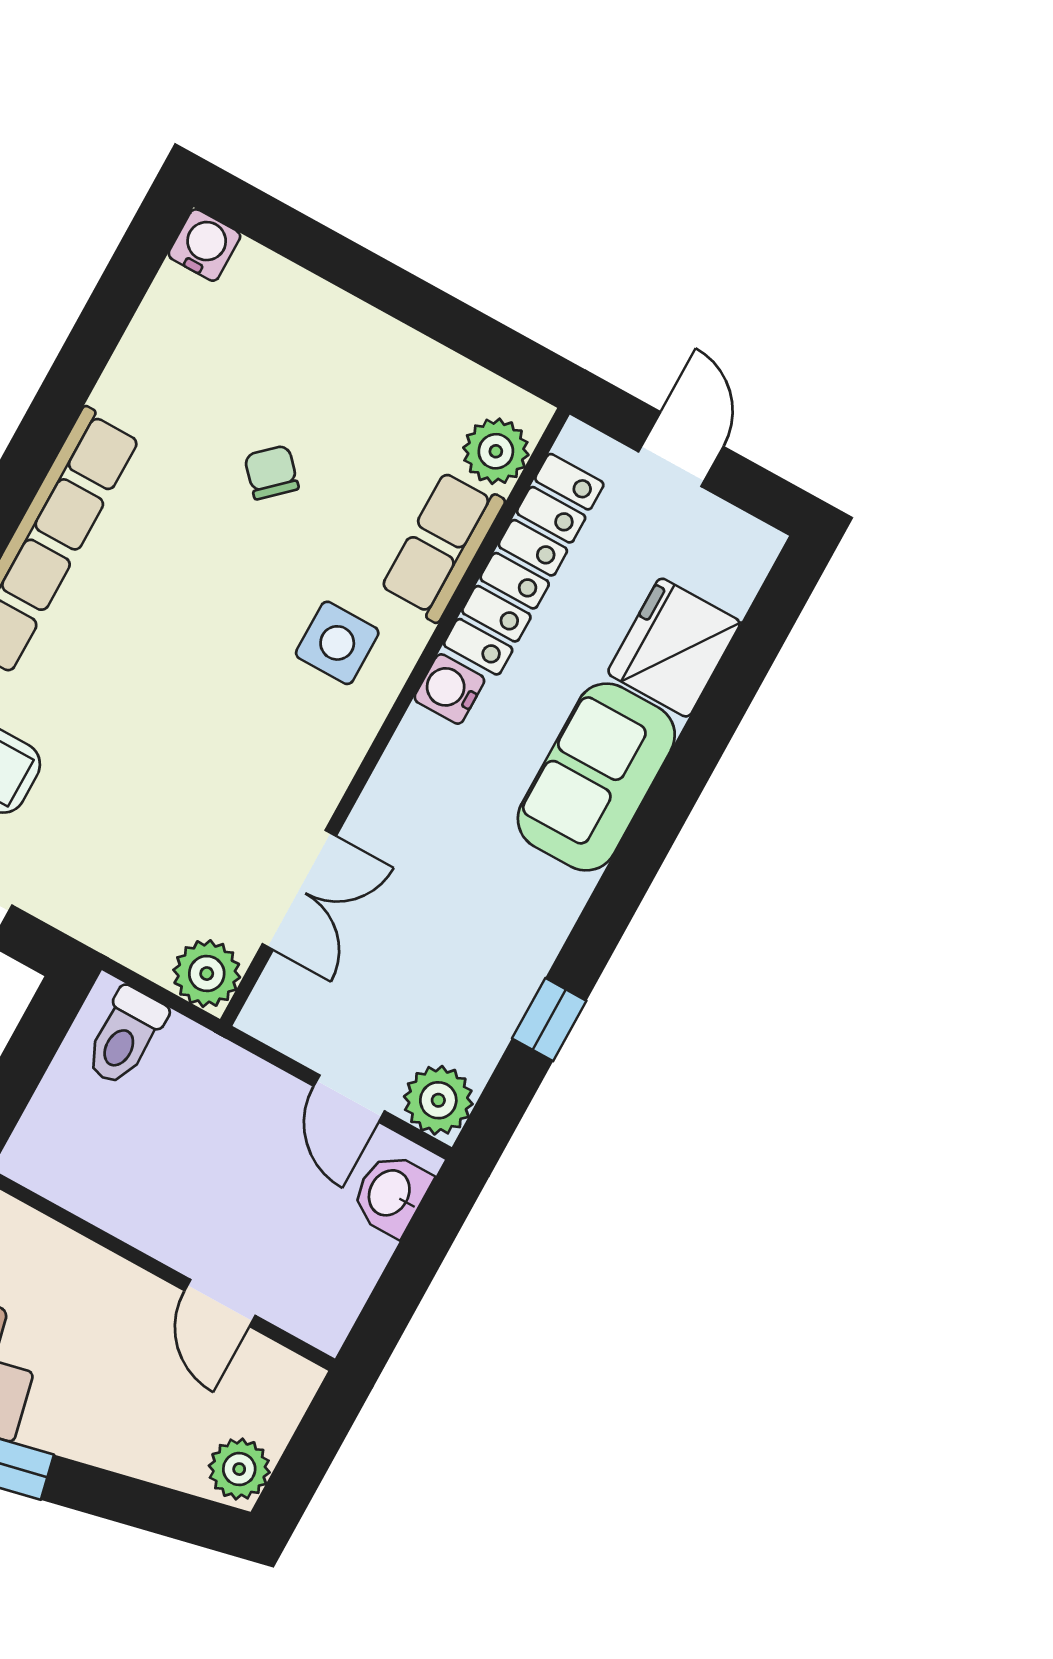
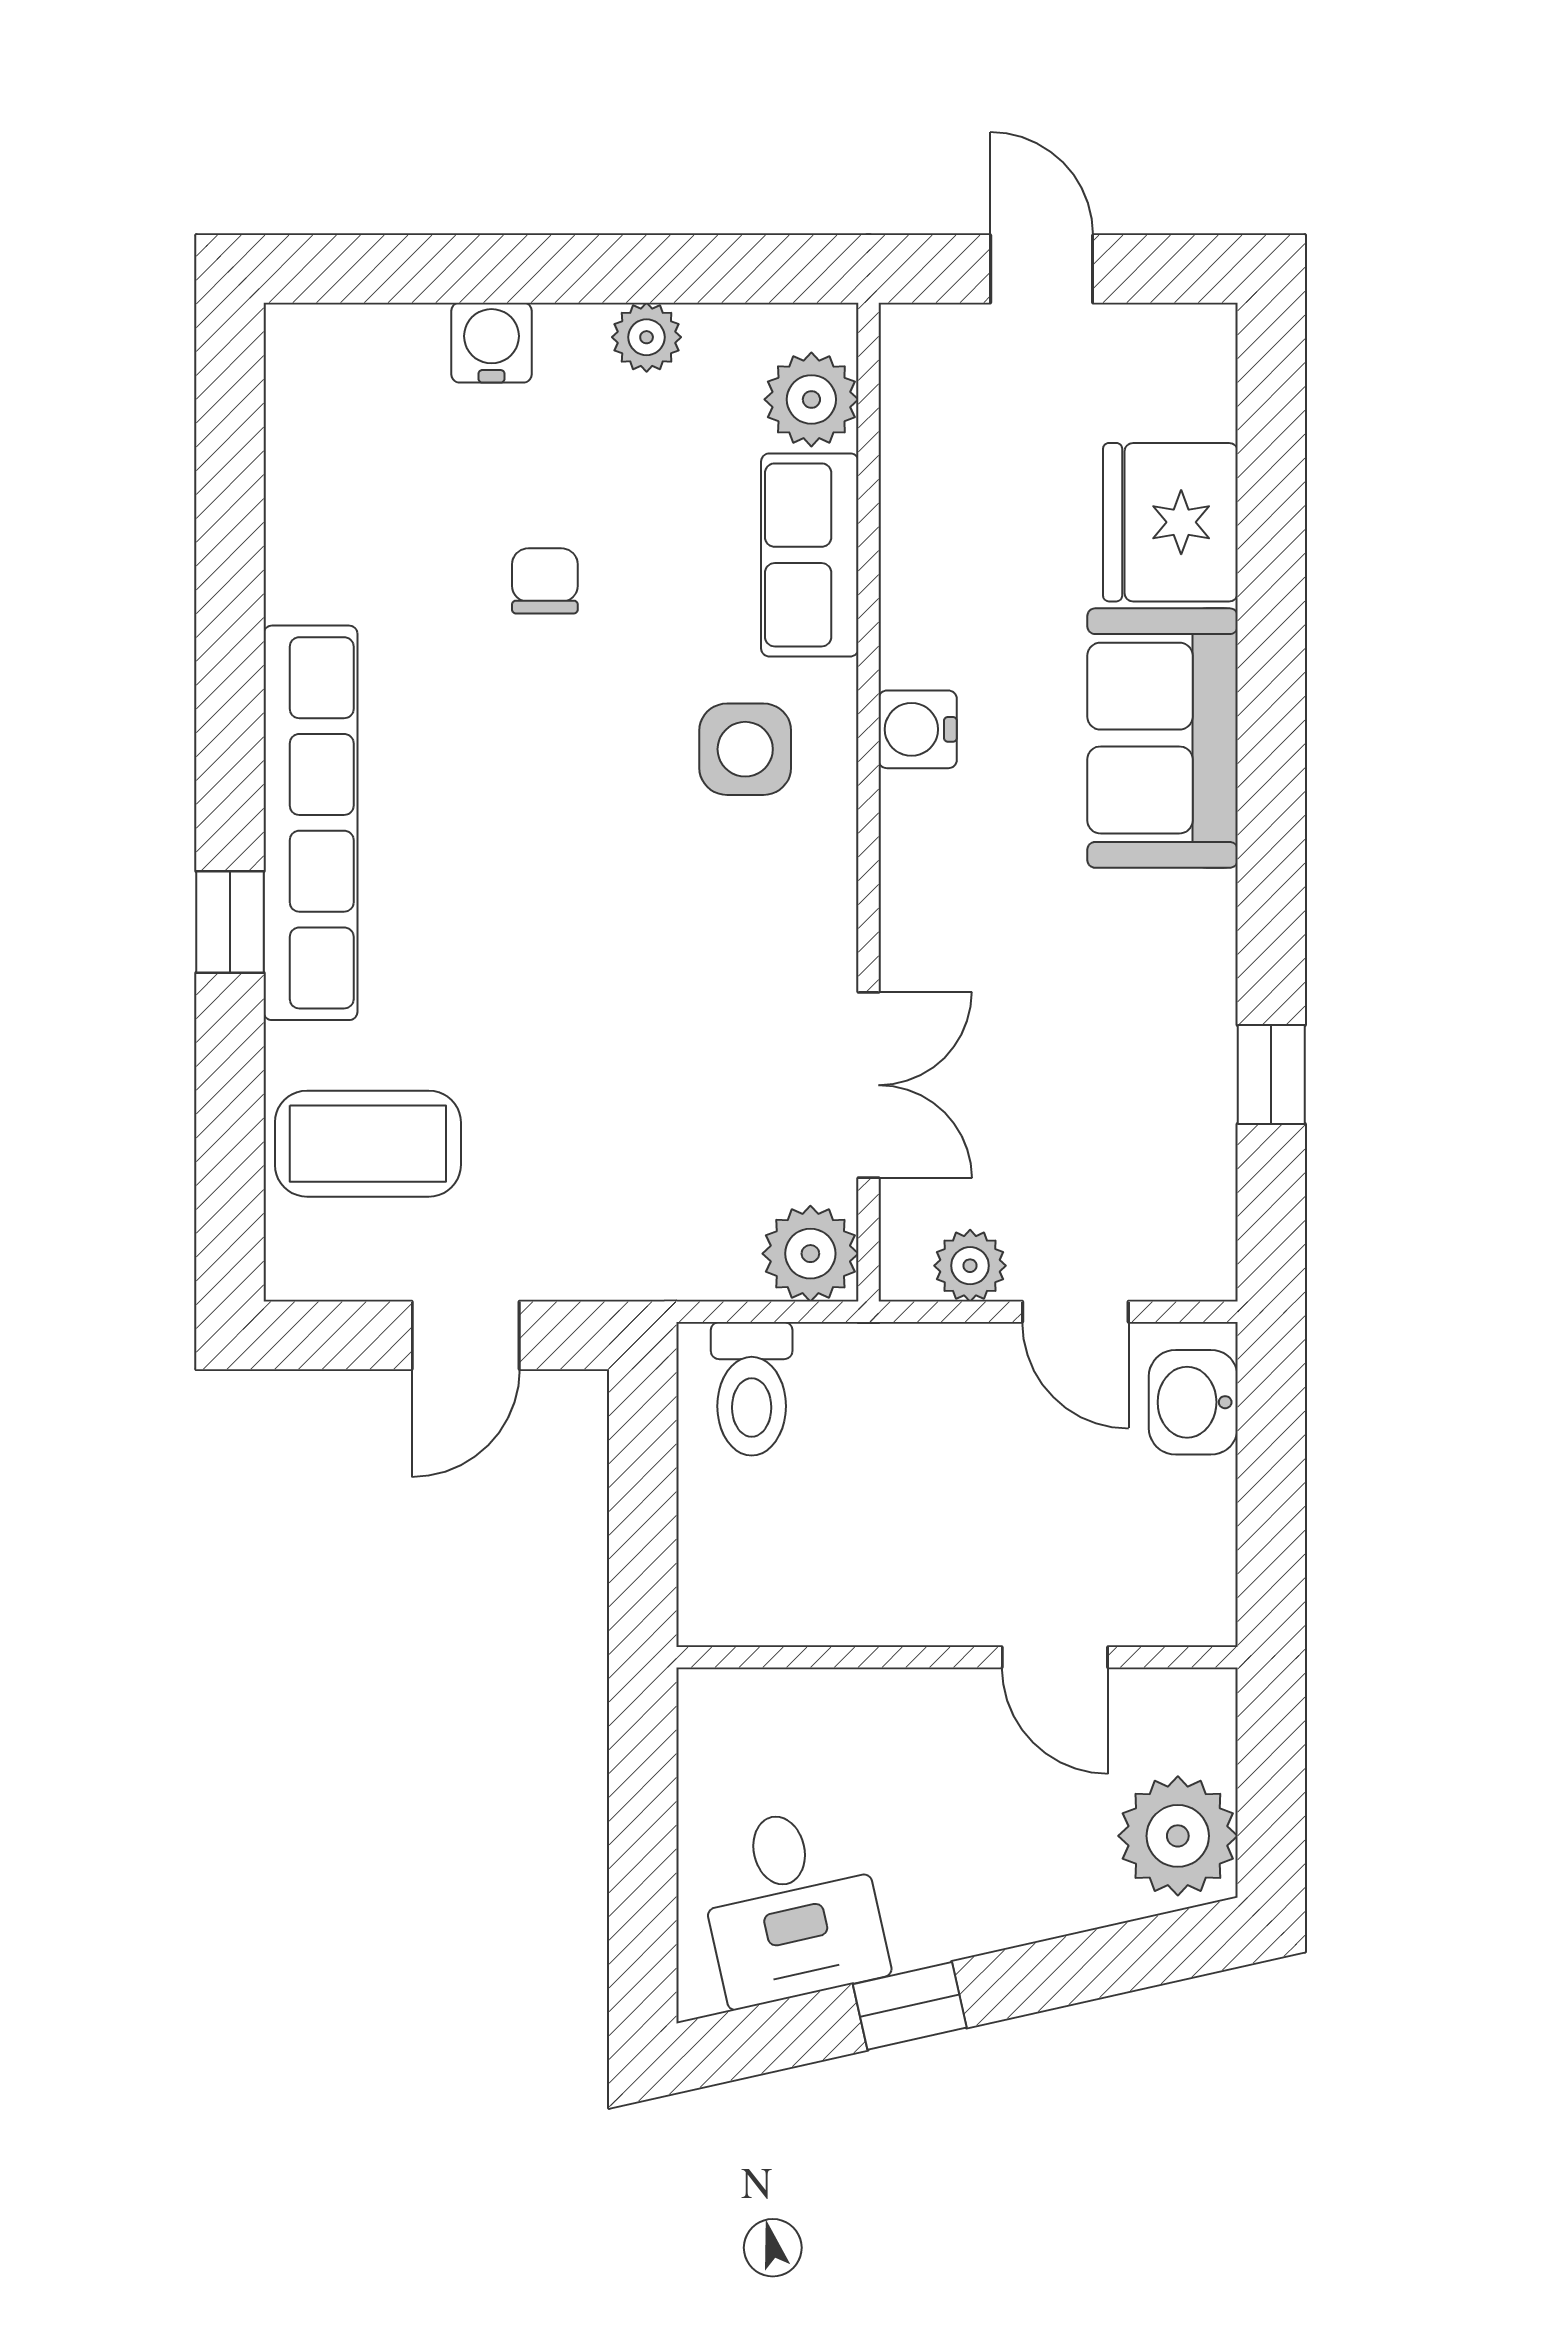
water cooler: (204, 245) -> (491, 343), moved
plant: (416, 357) -> (647, 337), added
chair: (271, 472) -> (545, 581), turned 43
locker: (524, 564) -> (924, 522), removed
plant: (438, 1100) -> (970, 1266), moved, width x0.73, depth x0.73
plant: (239, 1469) -> (1178, 1836), width x1.36, depth x1.36

